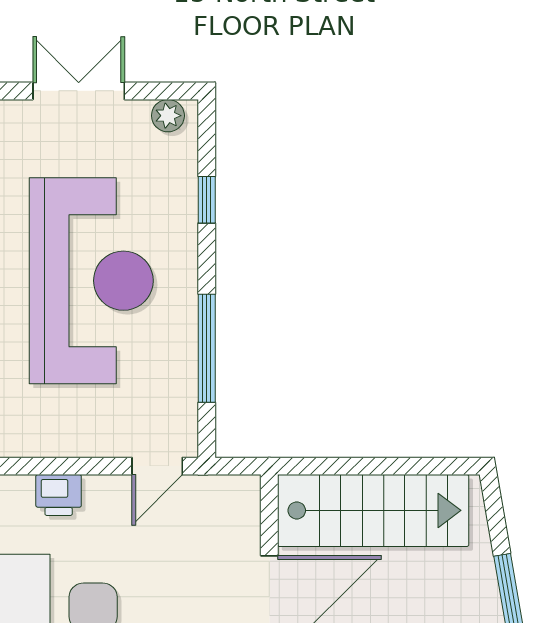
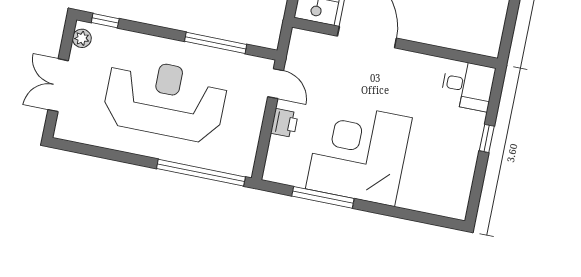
window: (207, 200) -> (105, 21), moved
printer: (59, 495) -> (284, 123), moved

